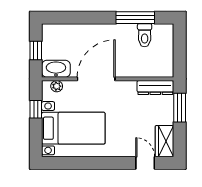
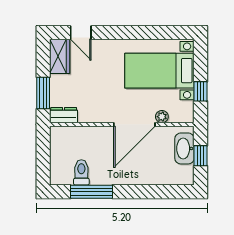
washbasin: (56, 69) -> (184, 148), moved, turned 90
plant: (57, 86) -> (162, 117), moved
dresser: (155, 88) -> (64, 115), width x0.70

